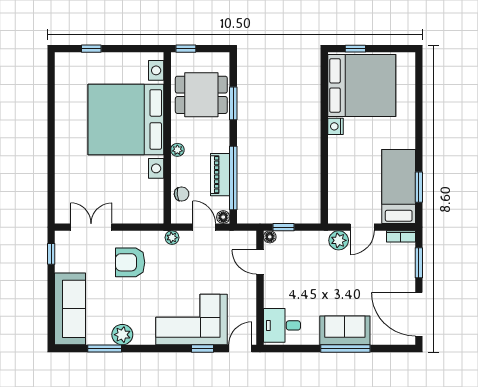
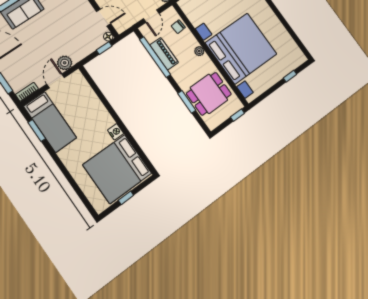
window: (355, 49) -> (126, 198), moved
floor lamp: (223, 217) -> (144, 30), removed
door: (204, 227) -> (151, 16), hinge flipped

